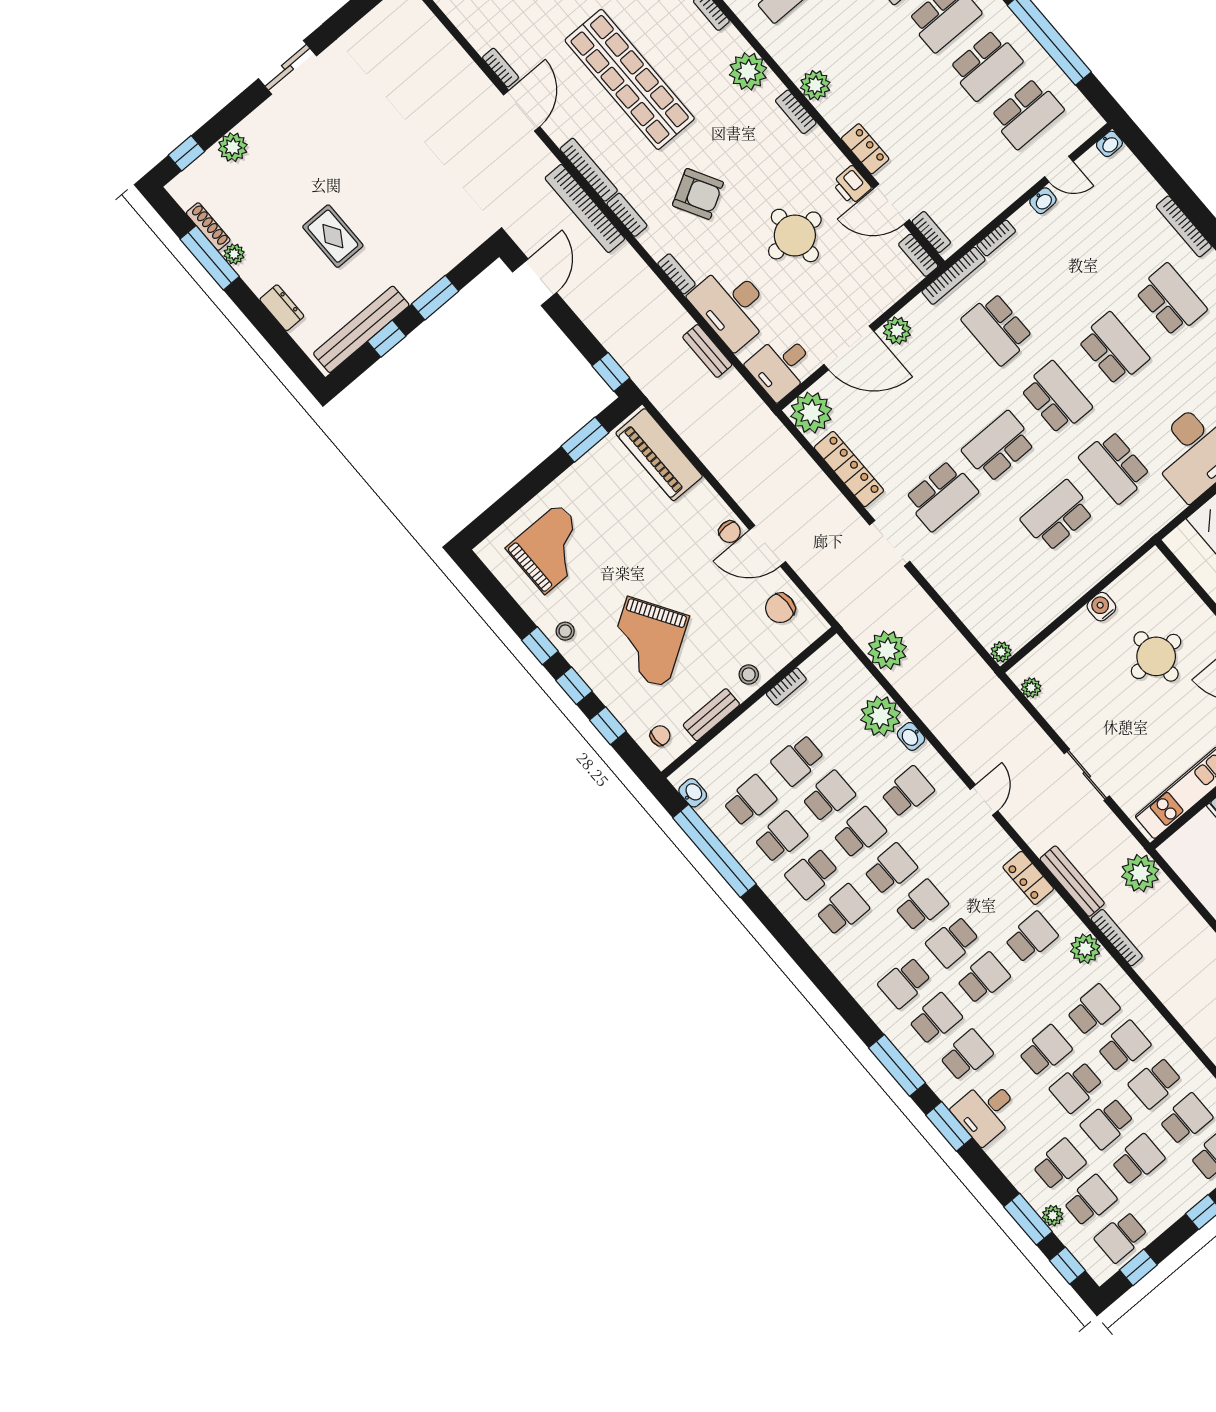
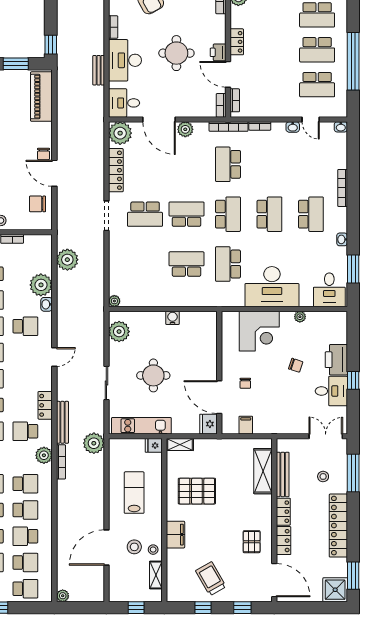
round table: (1156, 656) -> (153, 375), moved
plant: (1031, 688) -> (119, 332), width x1.87, depth x1.87
school desk: (1031, 937) -> (25, 431), turned 180

